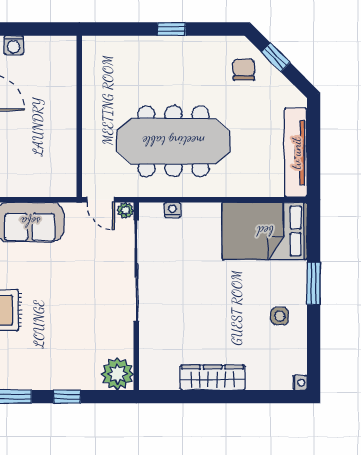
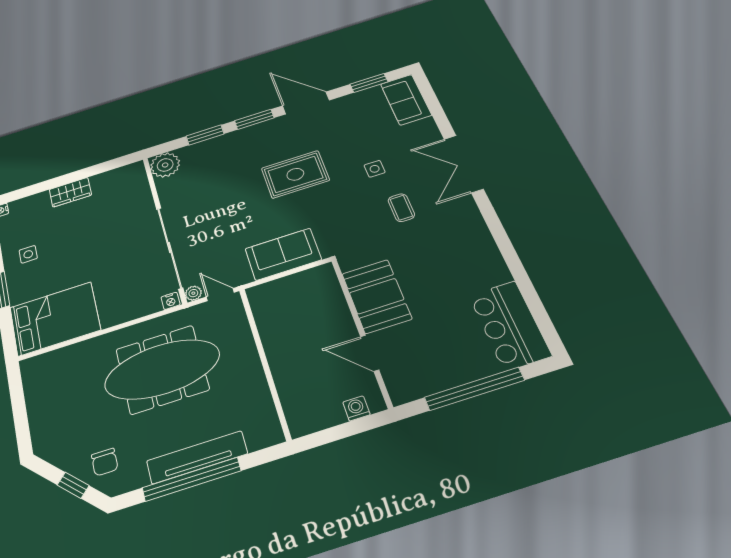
window: (171, 29) -> (192, 479), width x3.17
tv unit: (296, 153) -> (197, 457), moved, turned -90
nightstand: (172, 210) -> (170, 301), moved
wardrobe: (213, 378) -> (70, 192), width x0.67
window: (67, 397) -> (205, 135), width x1.50

